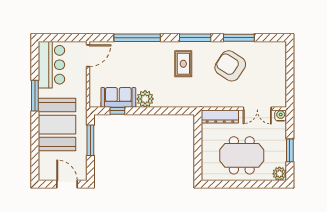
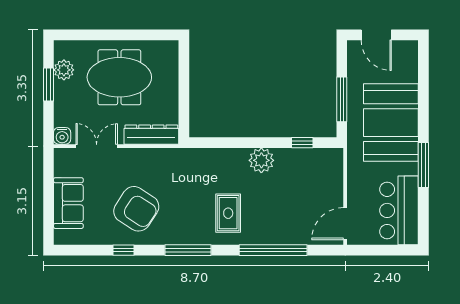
window: (239, 38) -> (123, 250), width x0.46
rug: (183, 64) -> (228, 213), moved
sofa: (118, 97) -> (68, 203), moved, turned -90
plant: (279, 174) -> (64, 70), moved

